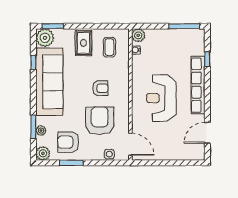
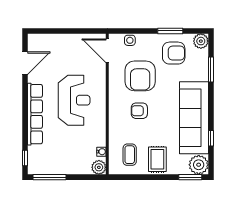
window: (207, 59) -> (25, 158), moved
plant: (41, 130) -> (203, 66), removed

